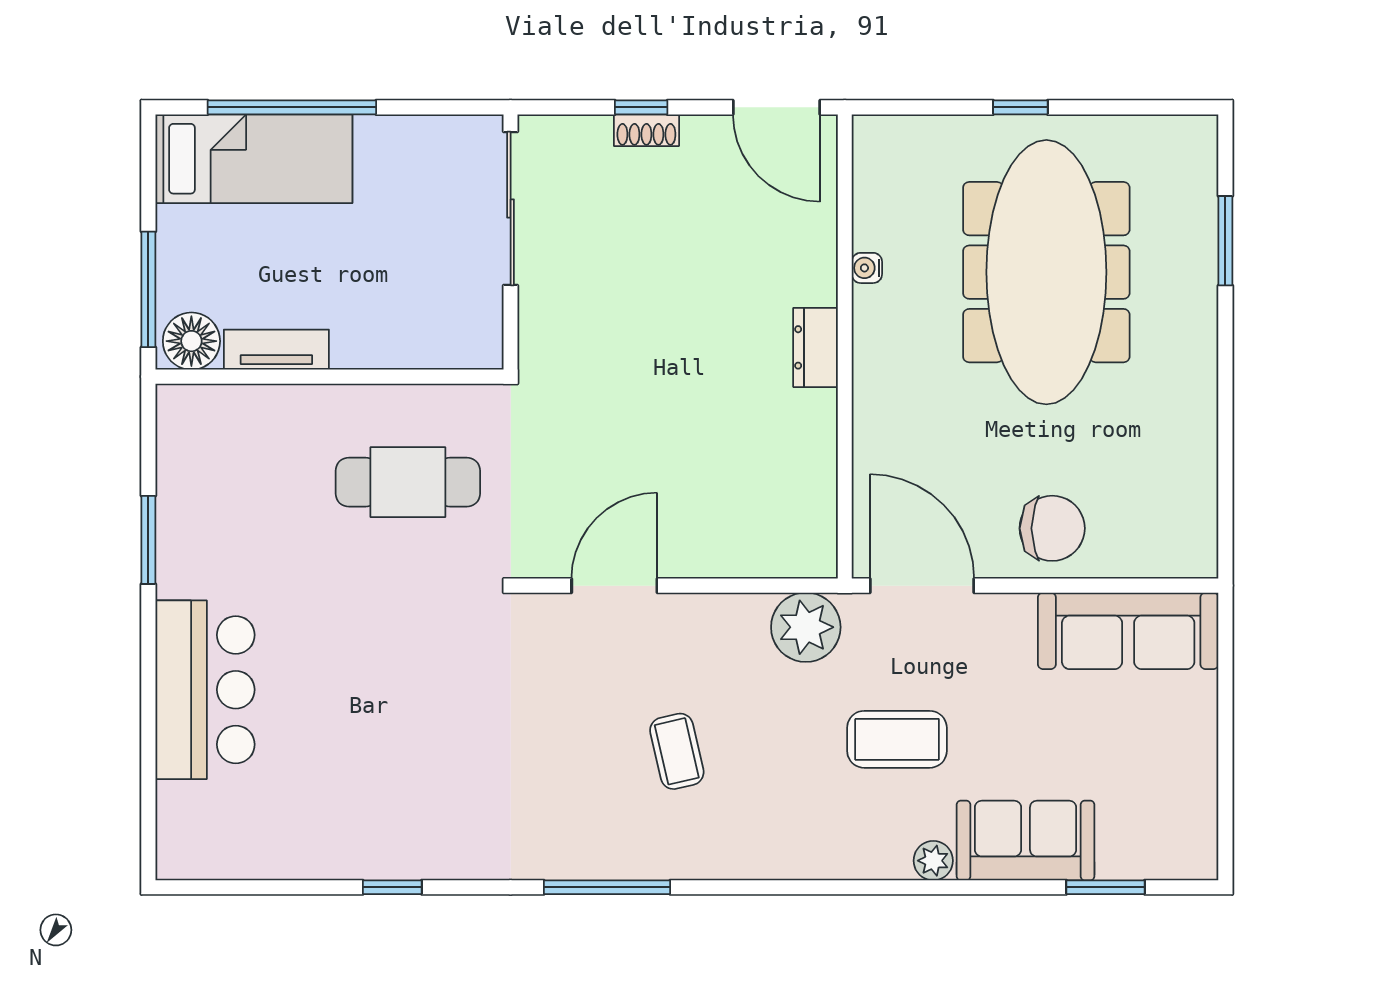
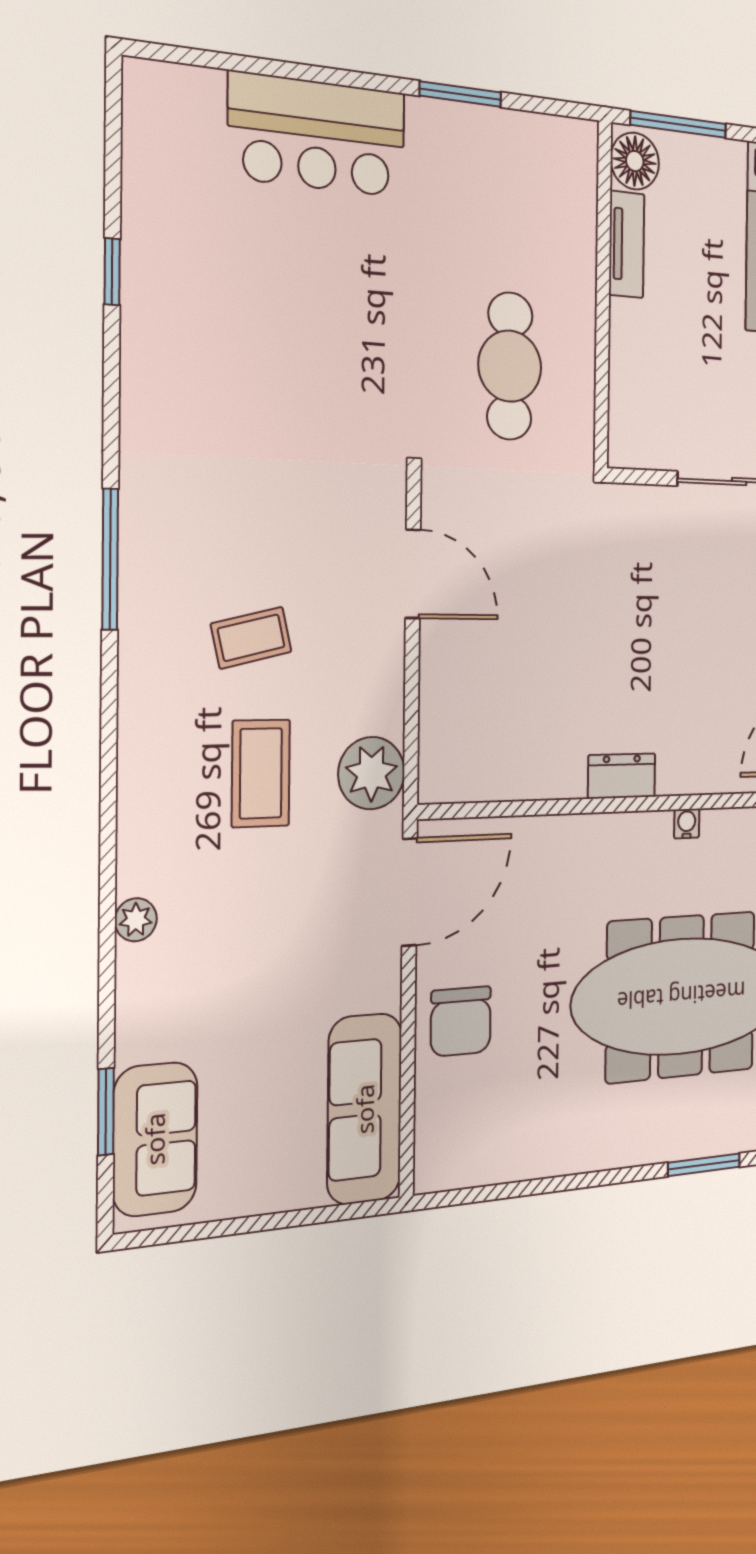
coffee table: (897, 739) -> (261, 773), moved
sofa: (1026, 840) -> (155, 1139), moved
window: (392, 887) -> (112, 272), moved

